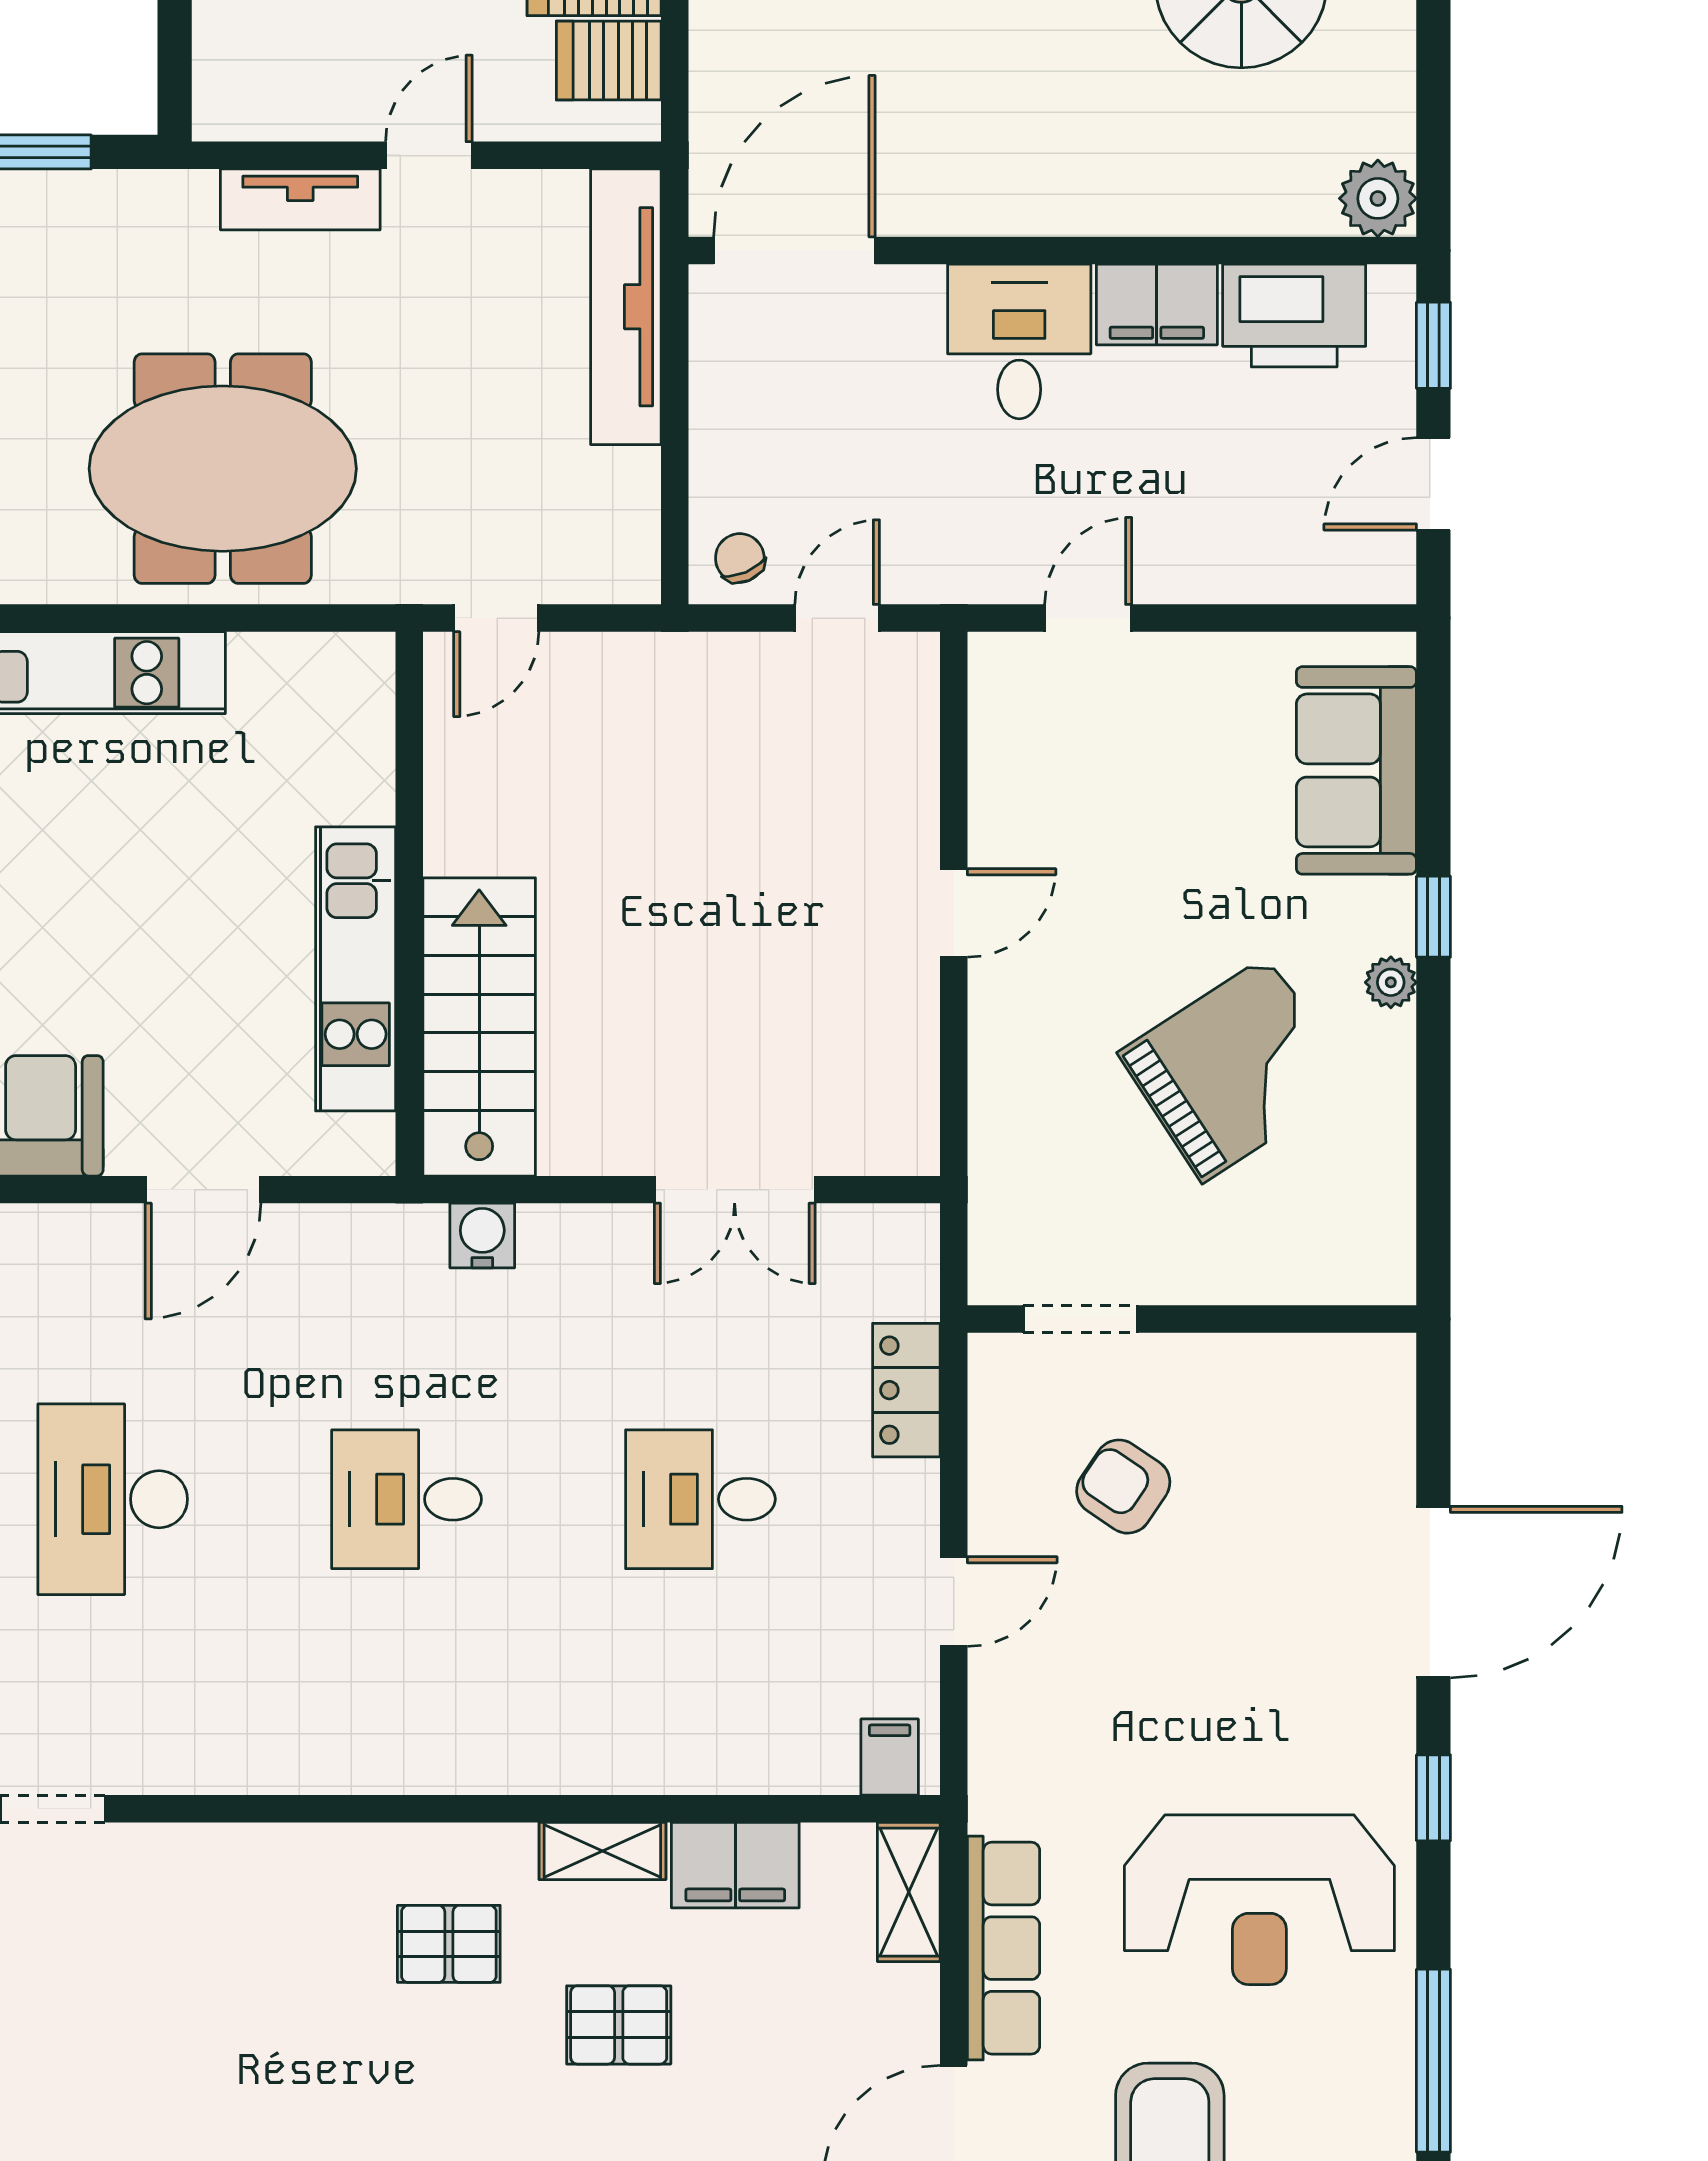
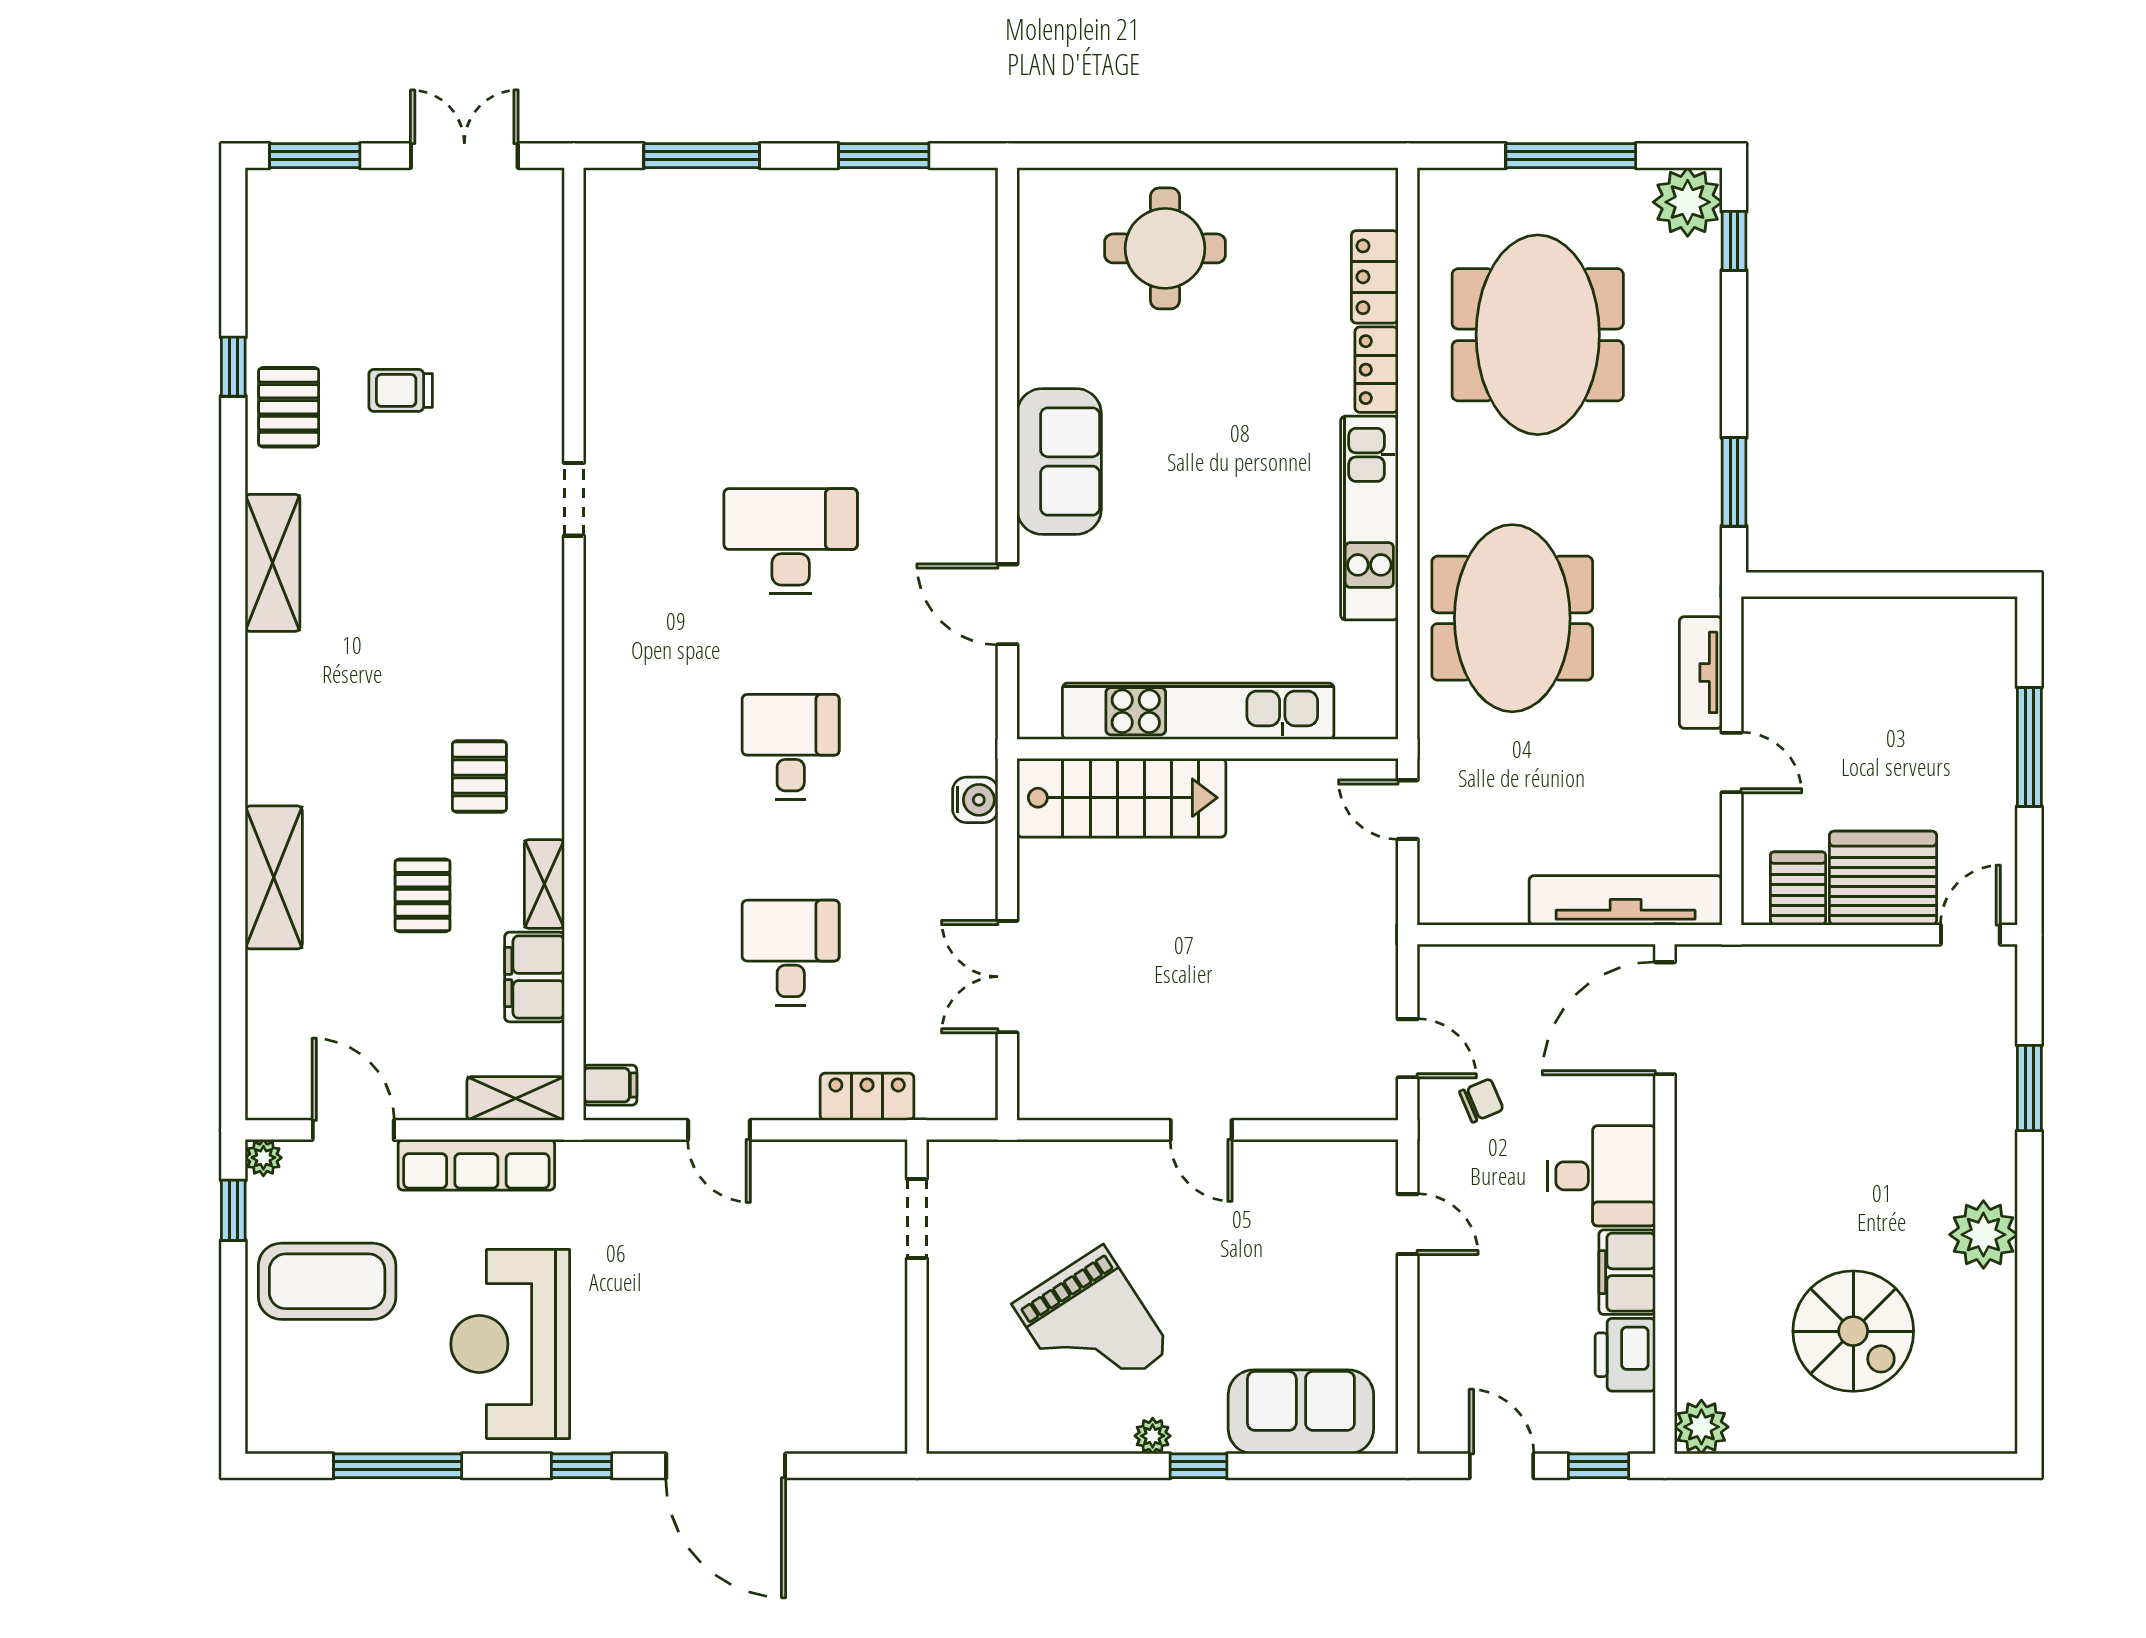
door: (794, 251) -> (1665, 1018), swing flipped
printer: (1294, 316) -> (1625, 1355), width x0.73, depth x0.84
chair: (740, 558) -> (1481, 1100), moved
kitchen unit: (356, 969) -> (1198, 711), width x1.36
armchair: (1123, 1487) -> (800, 1249), removed

